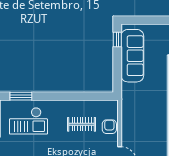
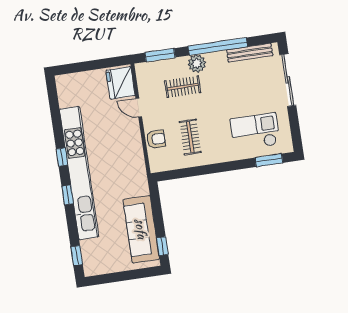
clothes rail: (82, 124) -> (190, 137), turned 90
armchair: (109, 127) -> (156, 139), turned -90

